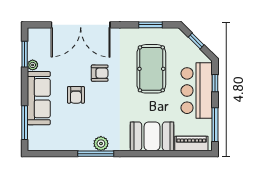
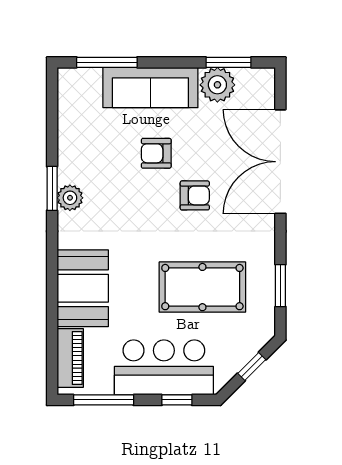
plant: (33, 65) -> (217, 85), width x1.88, depth x1.88
armchair: (100, 73) -> (195, 195), turned -90
window: (96, 154) -> (52, 188), width x0.69

